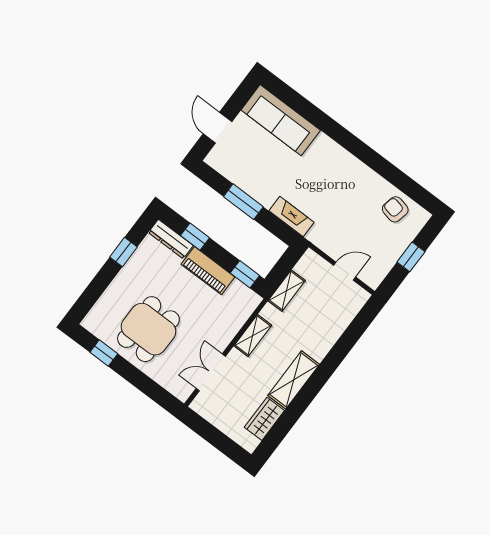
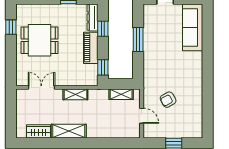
armchair: (395, 209) -> (168, 100), moved, turned -131
fireplace: (291, 216) -> (149, 69), removed
shelving: (287, 291) -> (121, 94), moved

